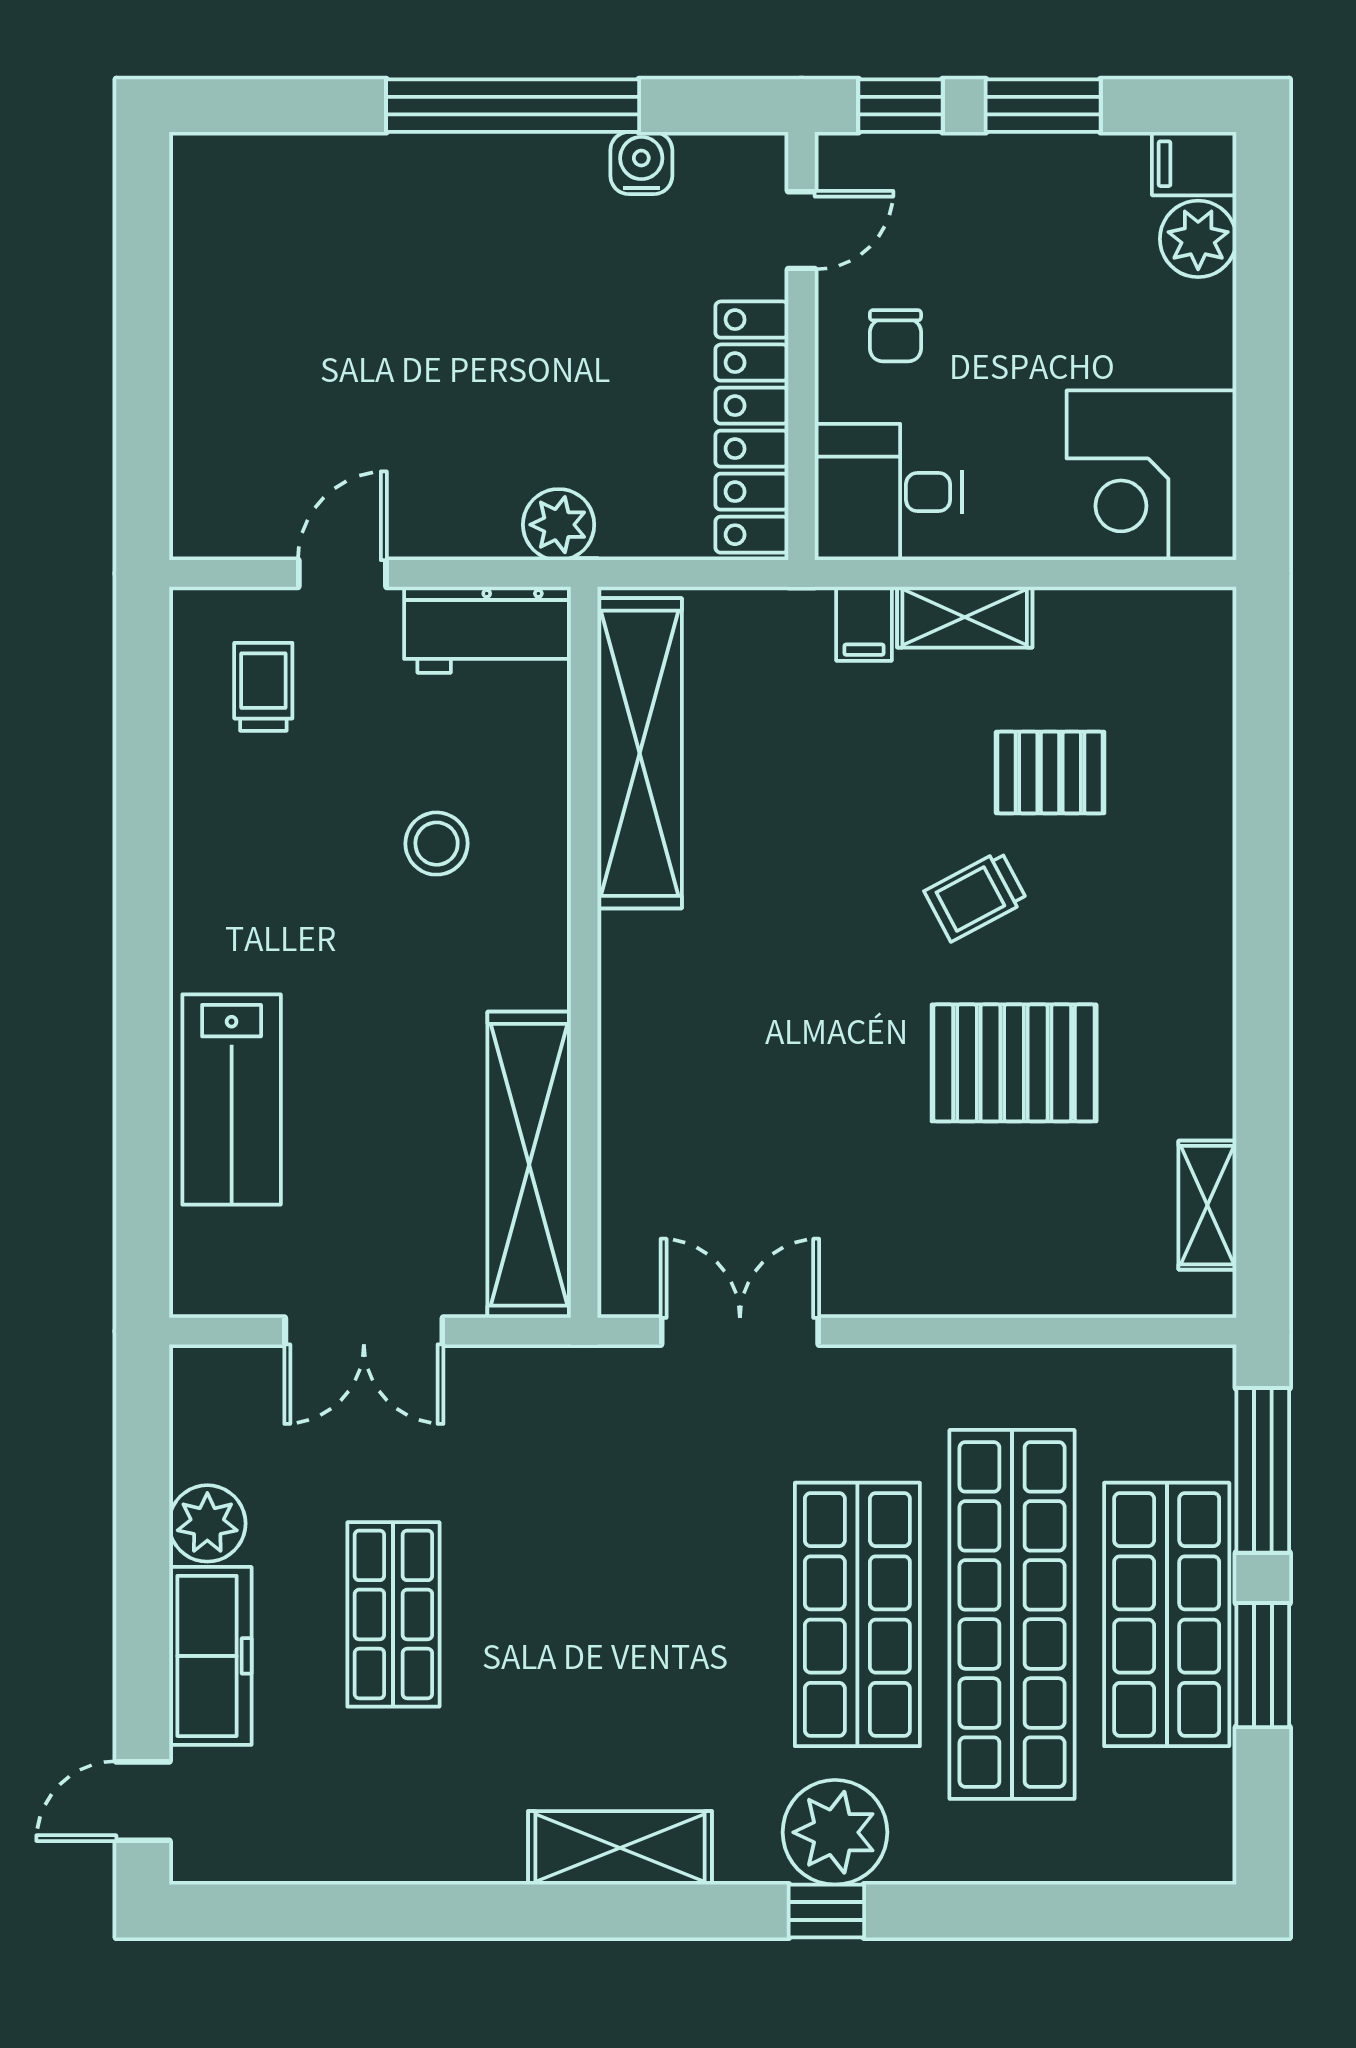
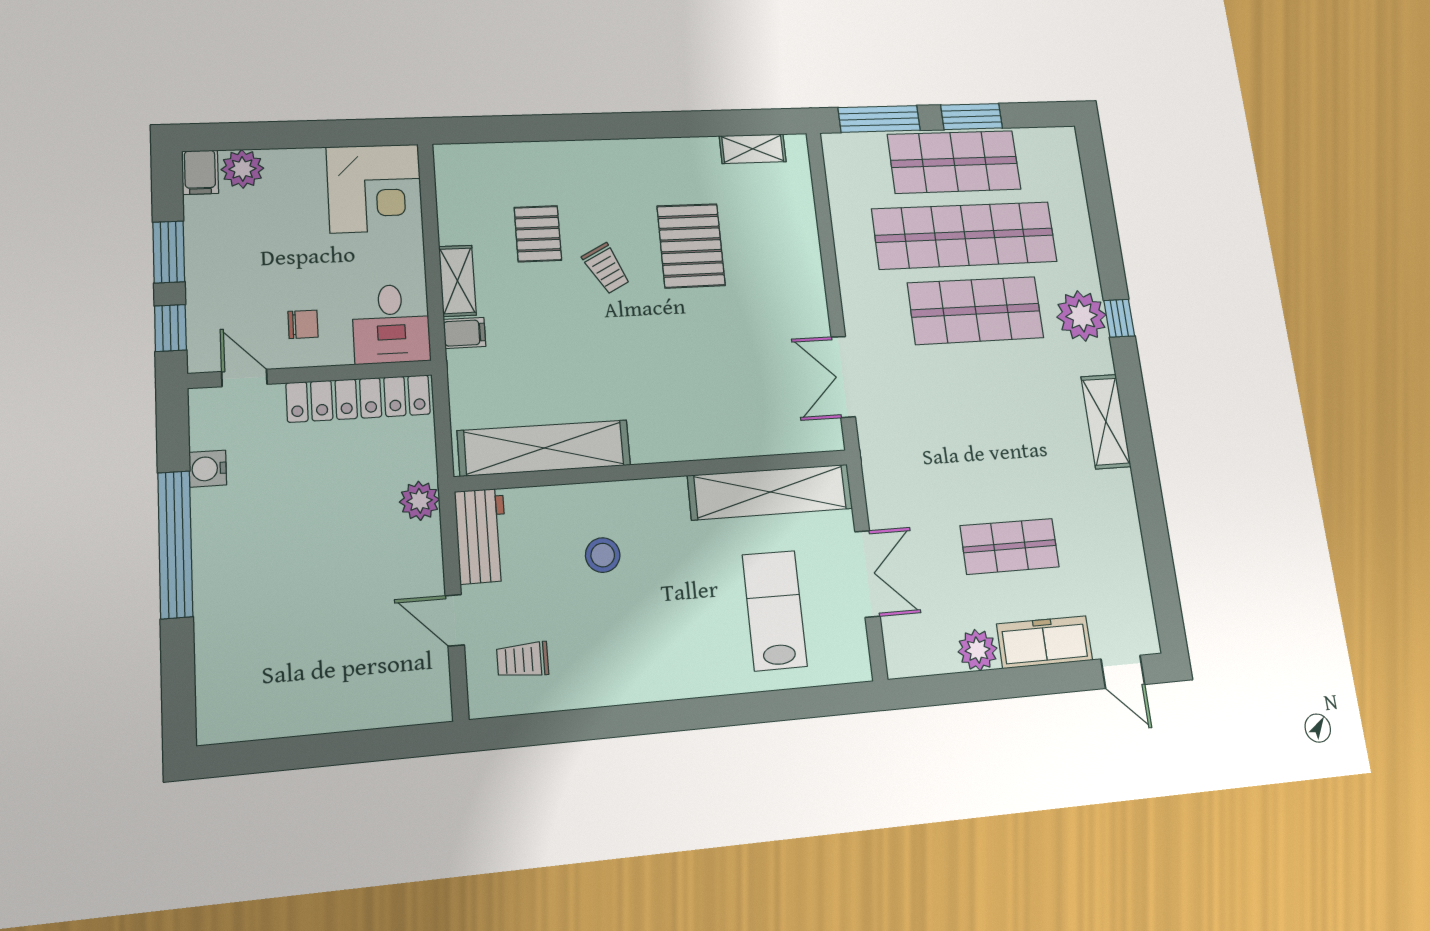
lab bench: (232, 1100) -> (775, 610), moved, turned -90

